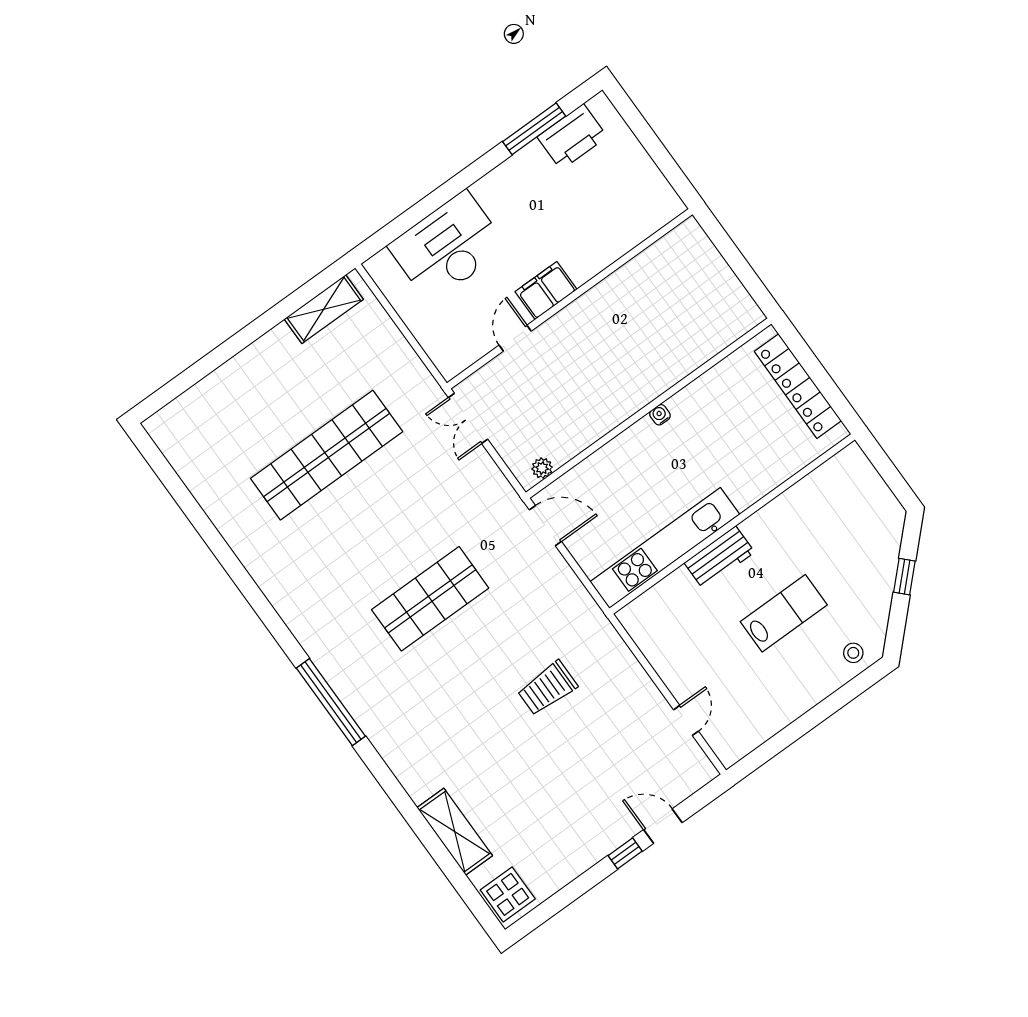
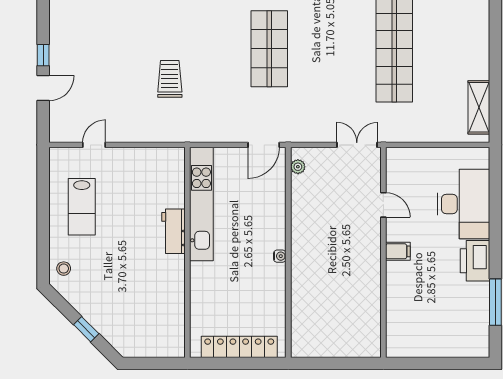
printer: (572, 137) -> (475, 261), moved
filing cabinet: (546, 291) -> (398, 251), width x0.50
lab bench: (784, 613) -> (82, 207), moved
door: (686, 720) -> (94, 145), swing flipped

